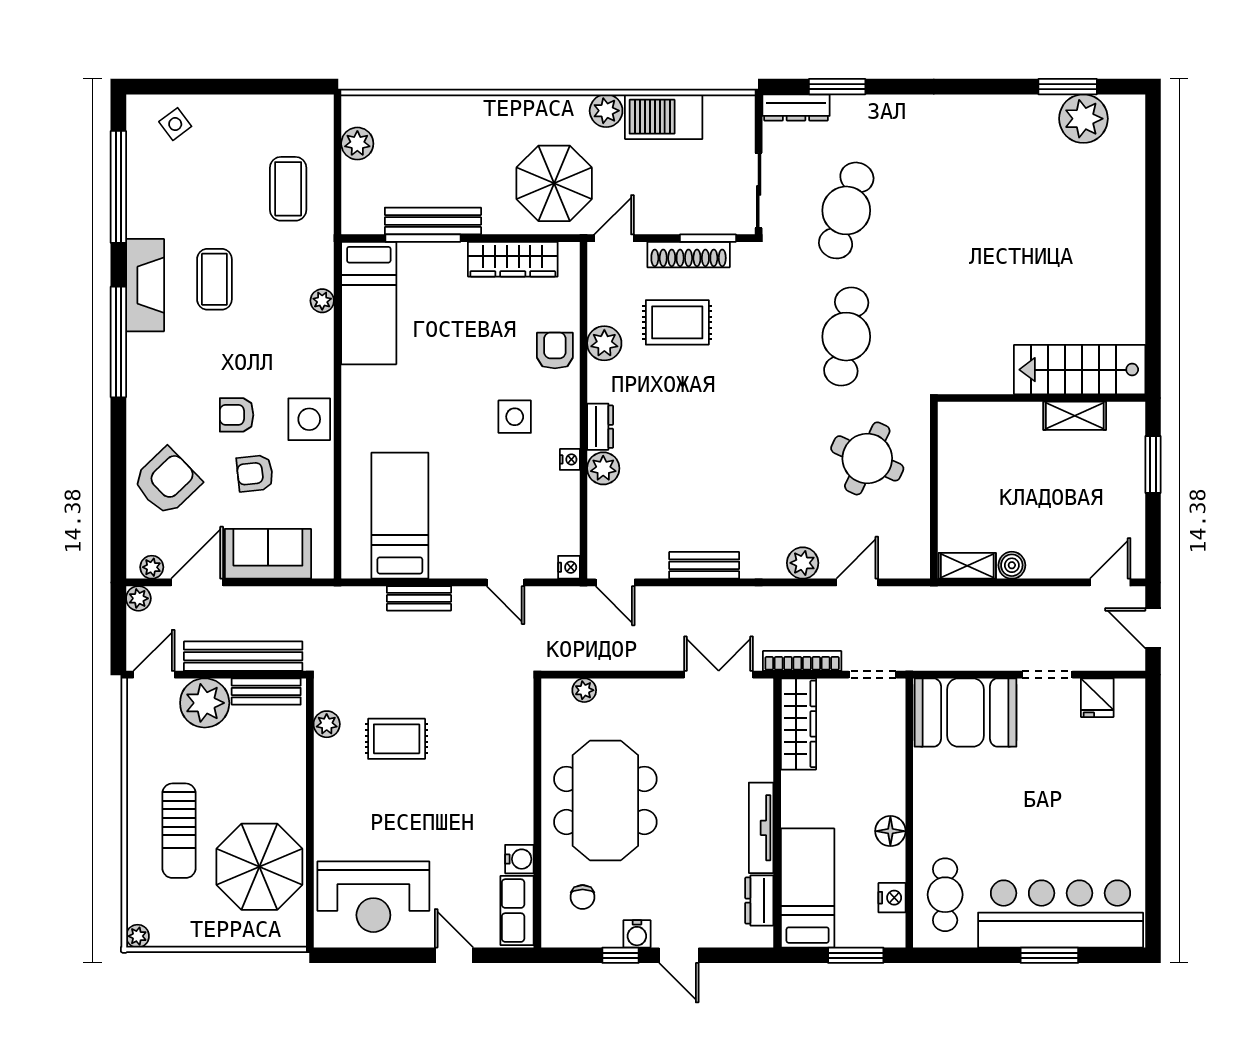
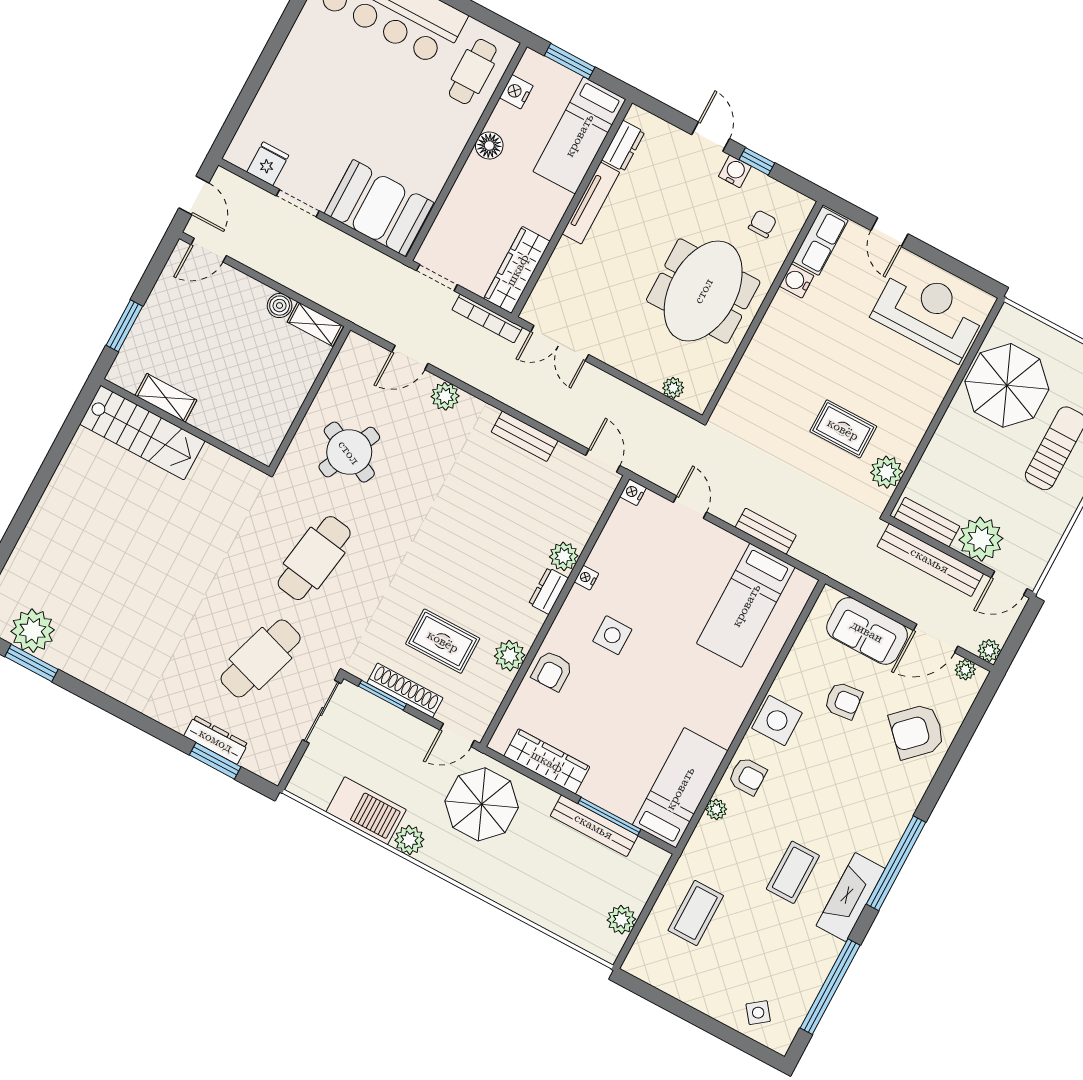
dresser: (796, 108) -> (216, 740), moved
armchair: (237, 415) -> (747, 776), moved
plant: (327, 724) -> (887, 472), width x1.38, depth x1.38

